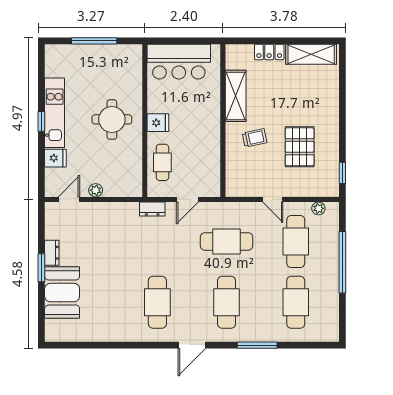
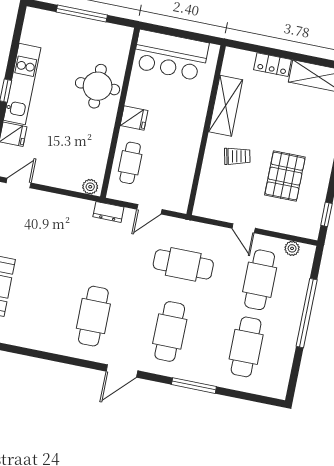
round table: (112, 119) -> (98, 86), moved
plant: (96, 190) -> (90, 187), moved

